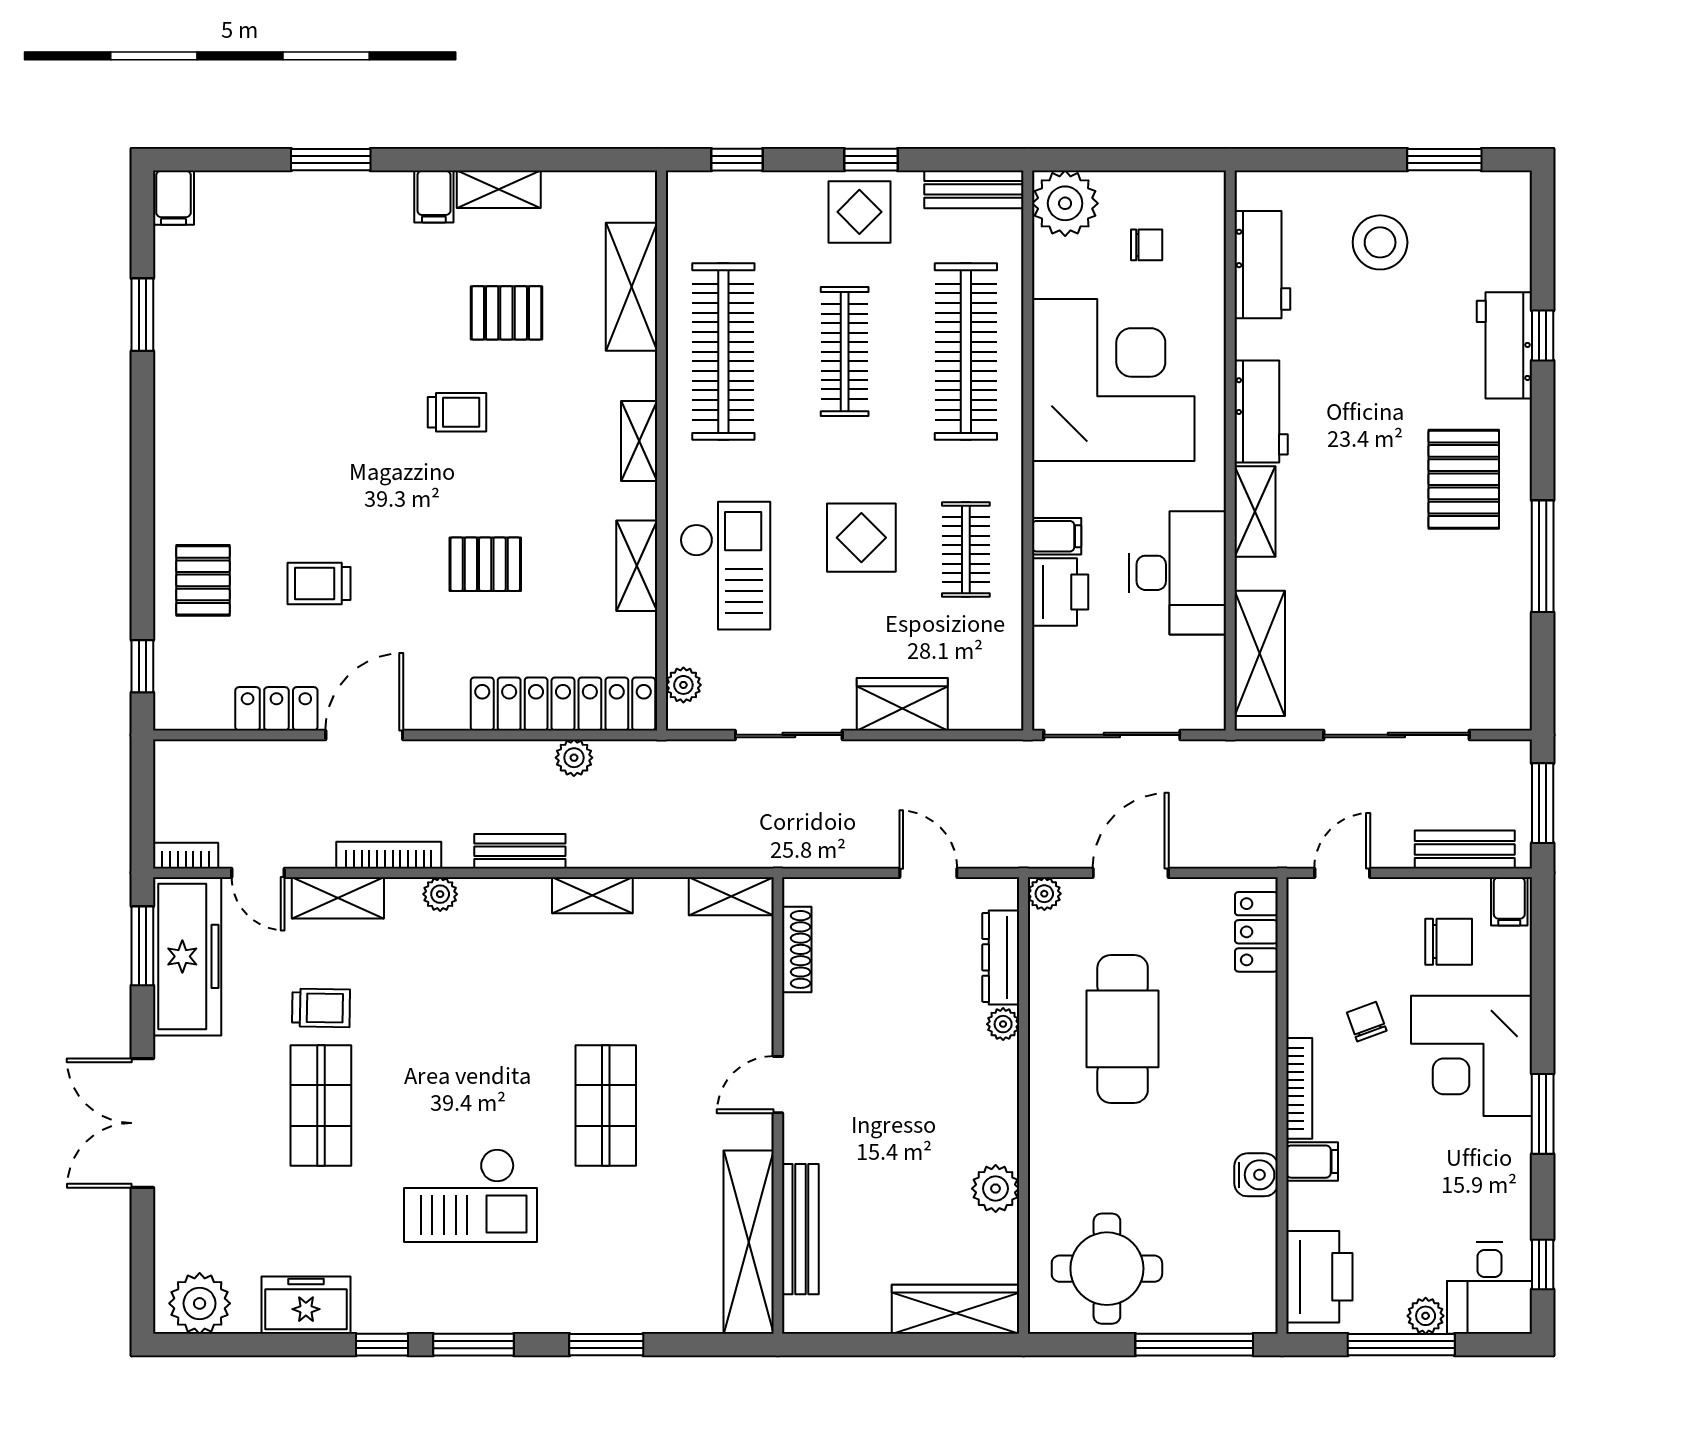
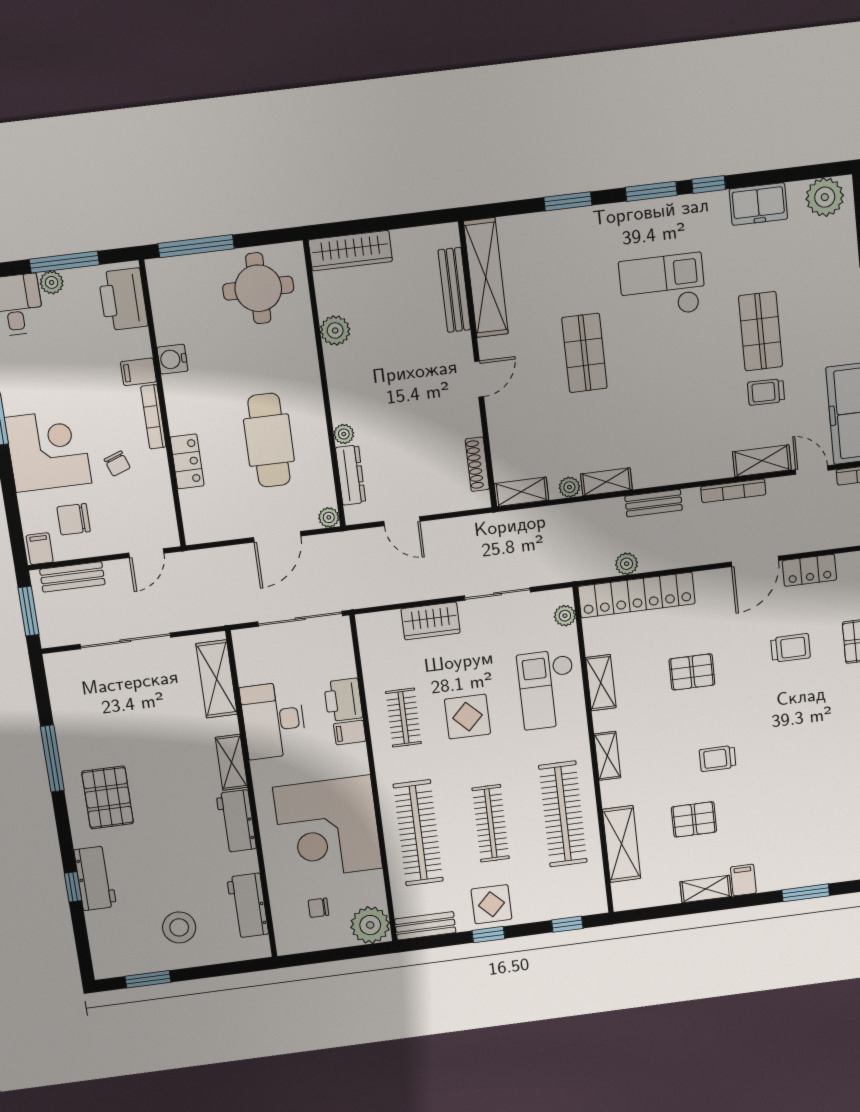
plant: (440, 894) -> (569, 487), moved
locker: (1256, 932) -> (187, 461), moved

